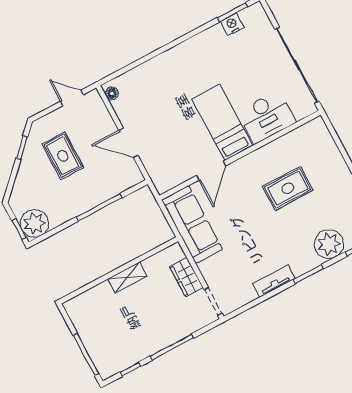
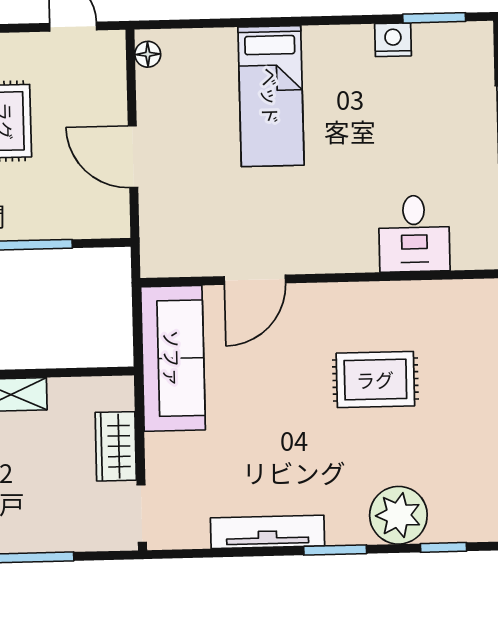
nightstand: (232, 24) -> (393, 40), moved
desk: (267, 117) -> (414, 234), width x0.73
bed: (222, 122) -> (271, 96), moved, turned 180
tv unit: (274, 281) -> (267, 532), width x1.41

